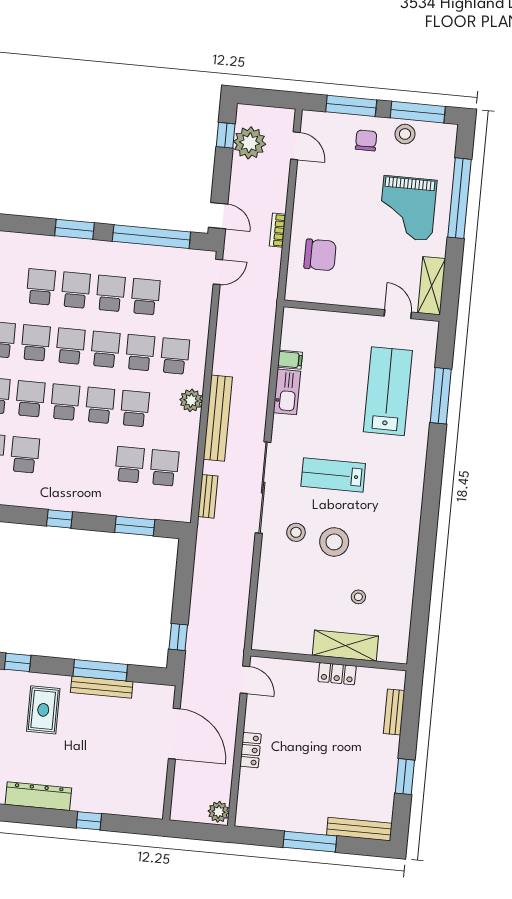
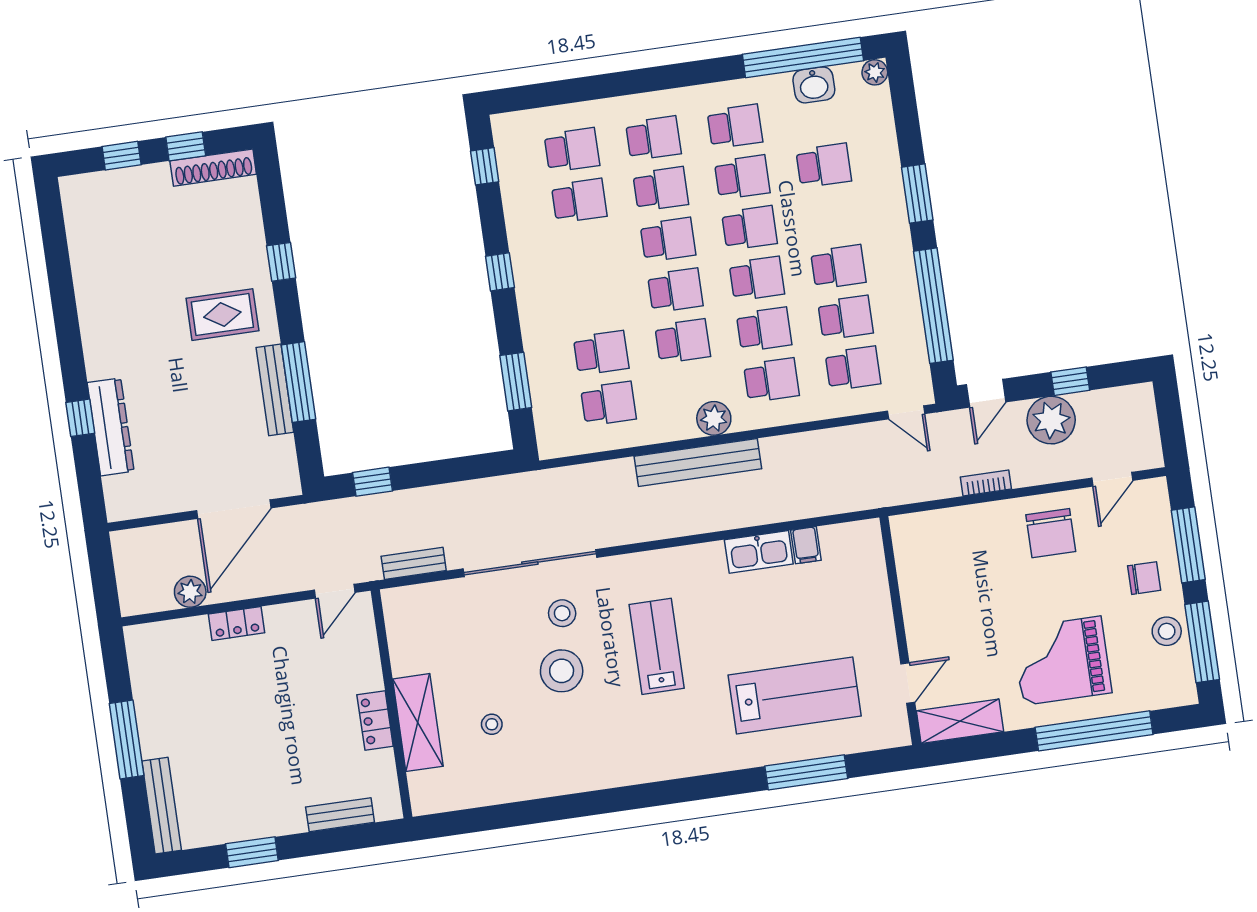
window: (226, 135) -> (1070, 381), moved
plant: (250, 143) -> (1051, 420), moved
chair: (320, 255) -> (1051, 533), moved
school desk: (76, 290) -> (853, 368), moved
sliding door: (263, 488) -> (530, 563), moved
bench: (208, 496) -> (414, 563), moved
dresser: (38, 796) -> (111, 427), moved
plant: (219, 812) -> (190, 592), moved

